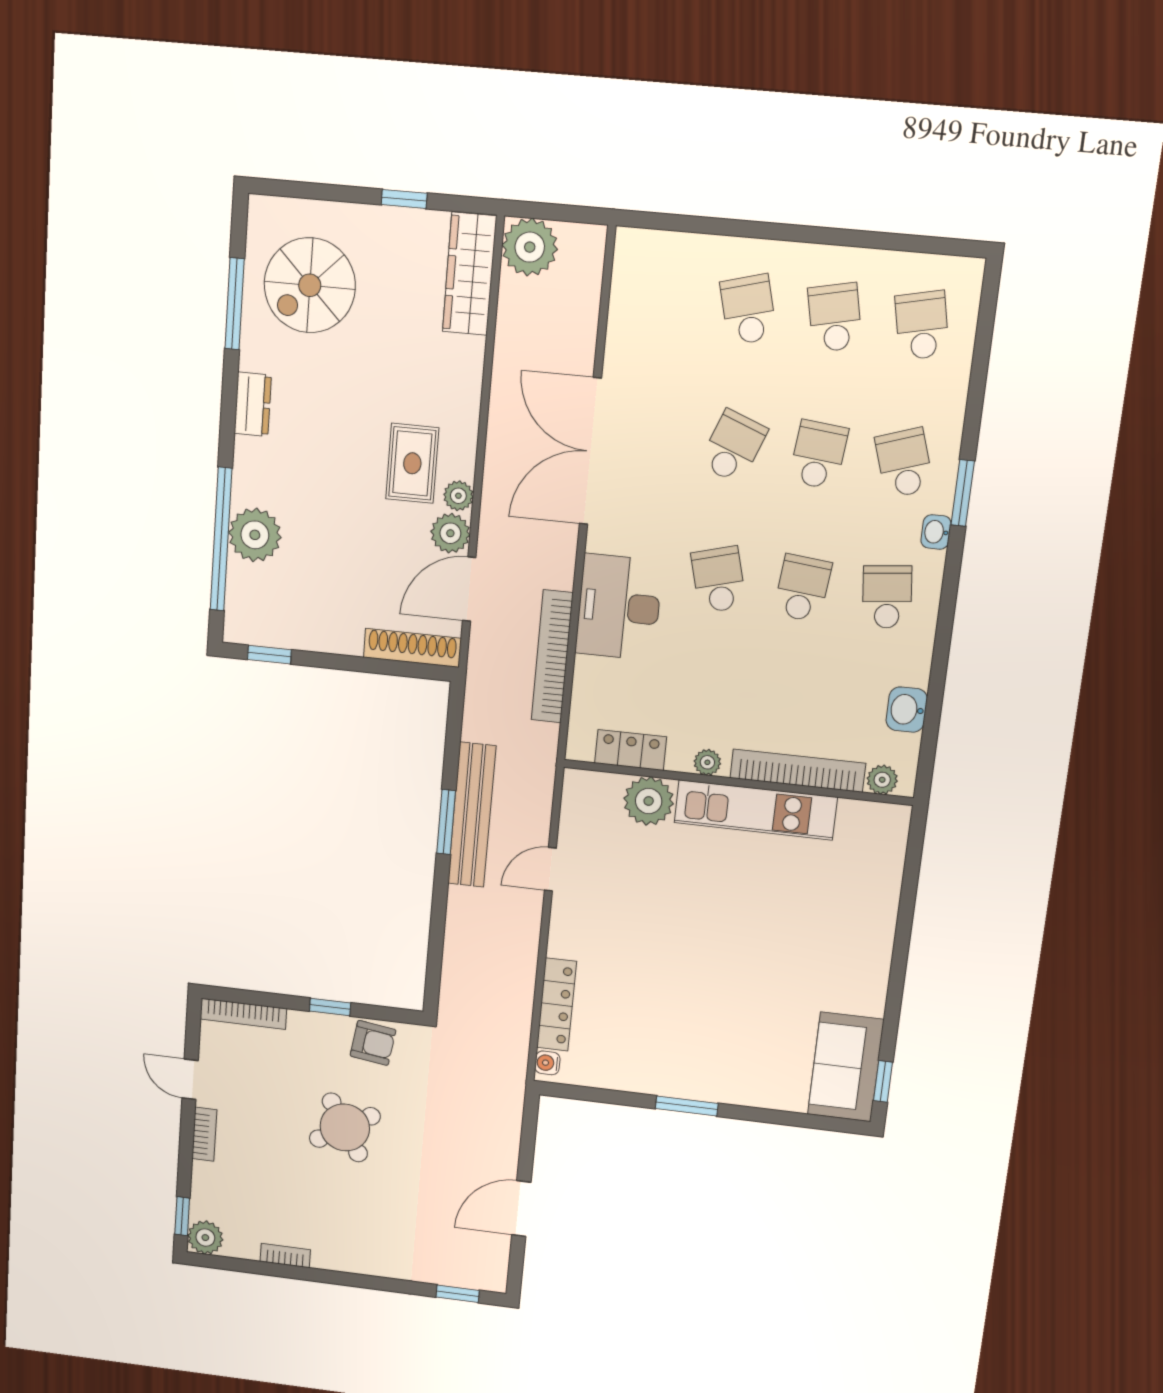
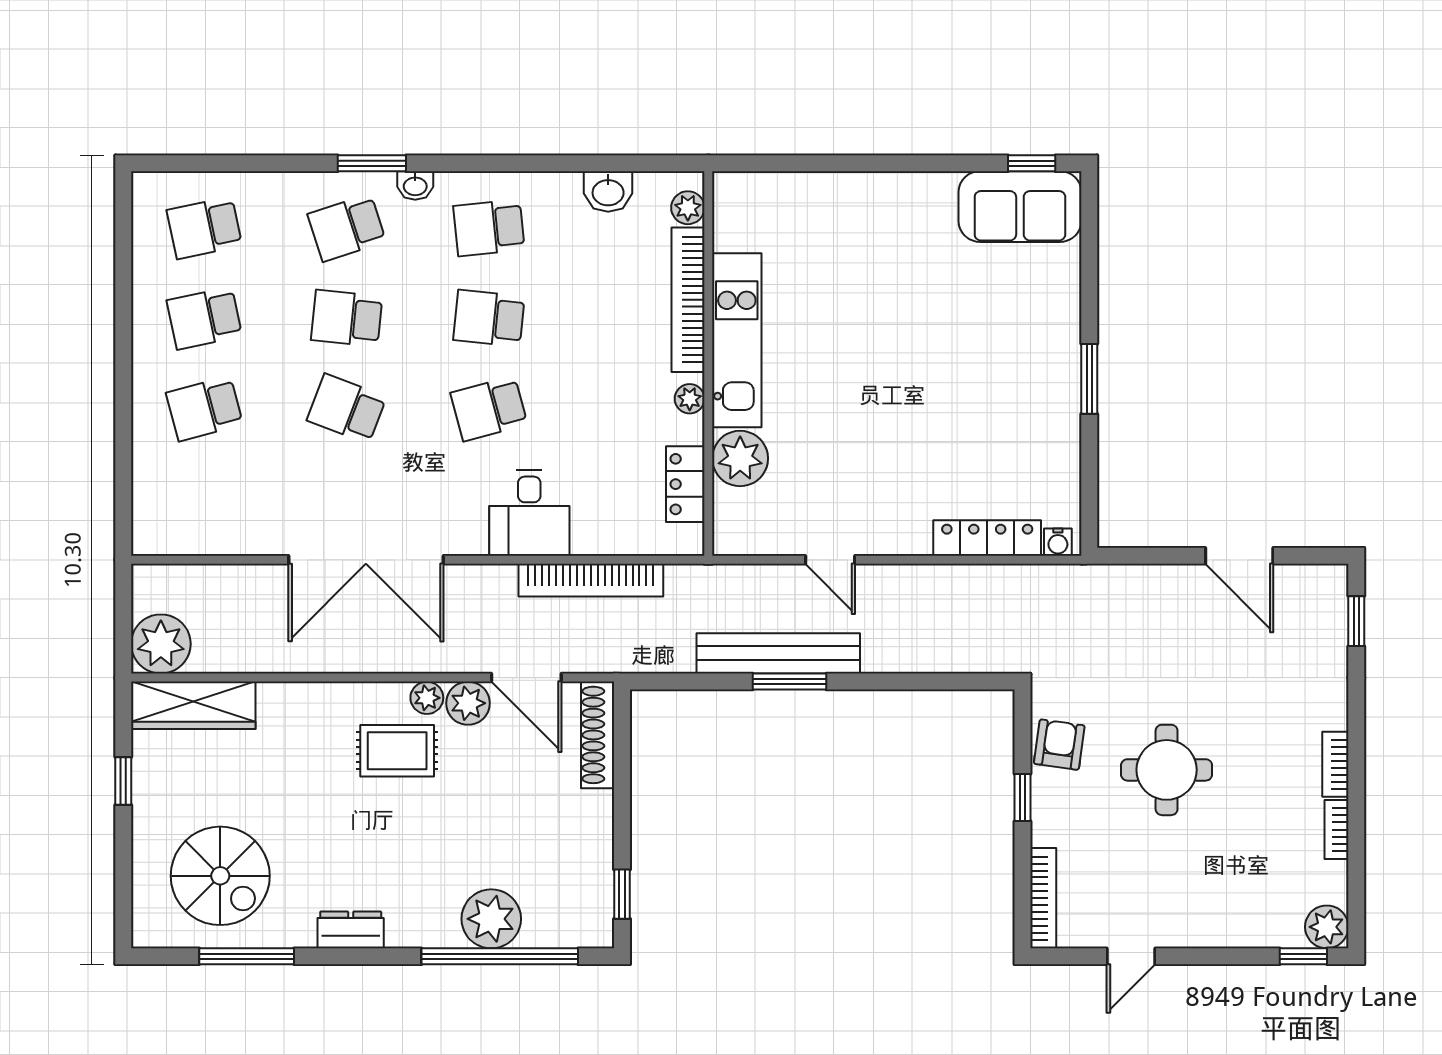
desk: (619, 607) -> (529, 513), width x0.73
round table: (345, 1127) -> (1167, 770), turned 31
bookcase: (204, 1134) -> (1335, 764), moved, turned -90

